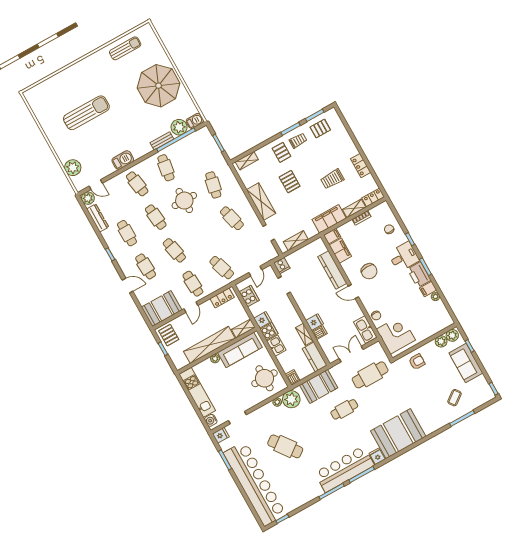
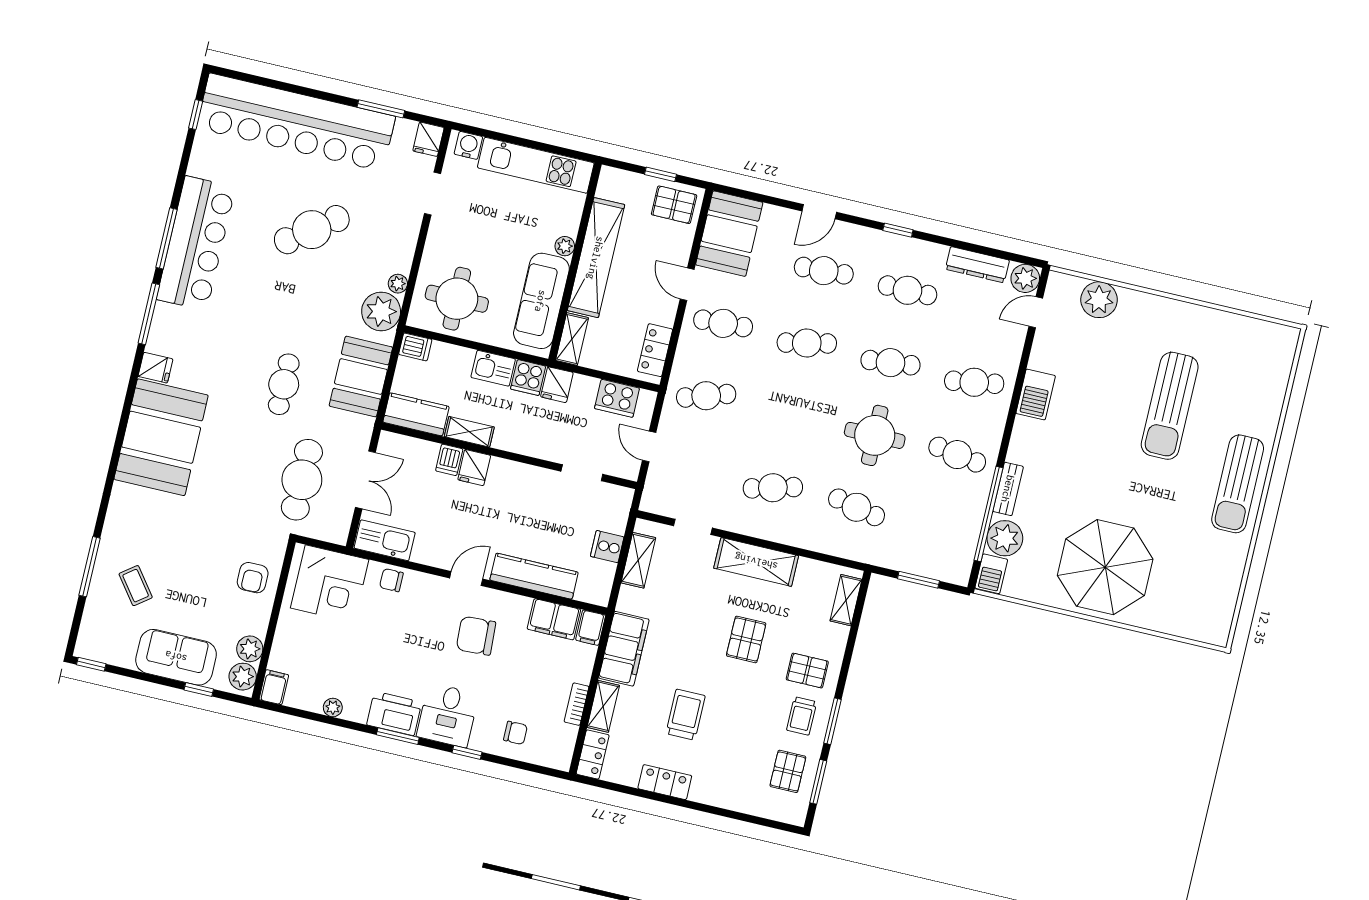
sun lounger: (125, 48) -> (1238, 484), moved, width x1.36, depth x1.34
pallet: (290, 182) -> (746, 639), turned 90
cooker: (282, 265) -> (607, 547), moved
filing cabinet: (428, 289) -> (274, 687), moved
bar counter: (344, 469) -> (196, 243), moved

